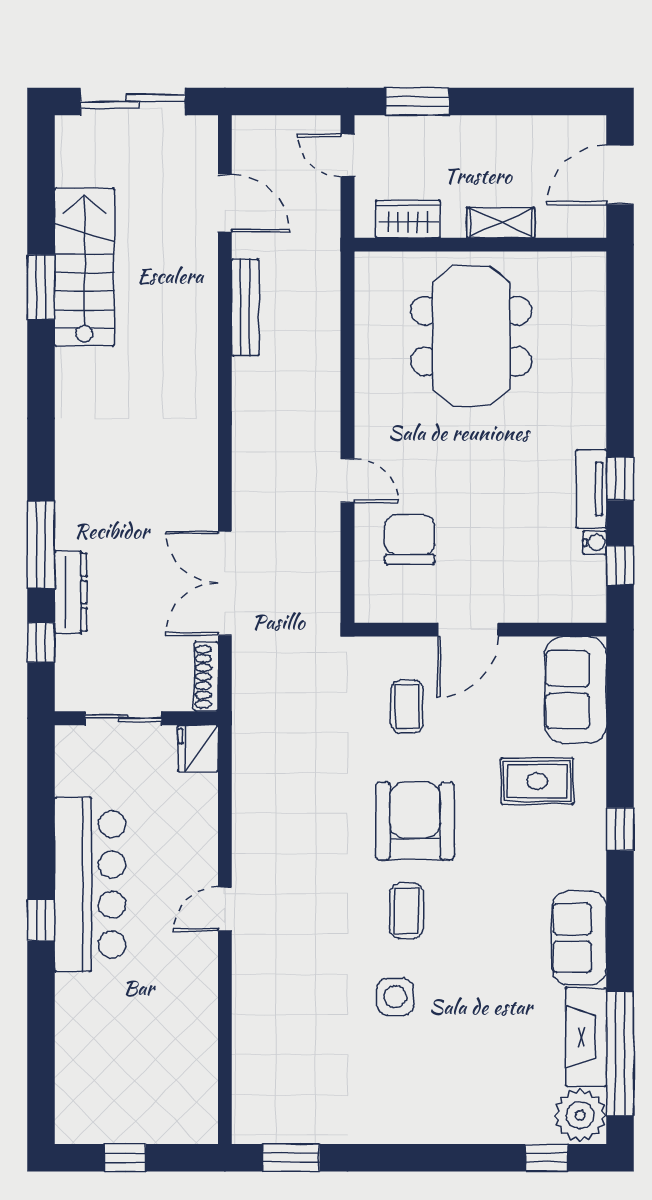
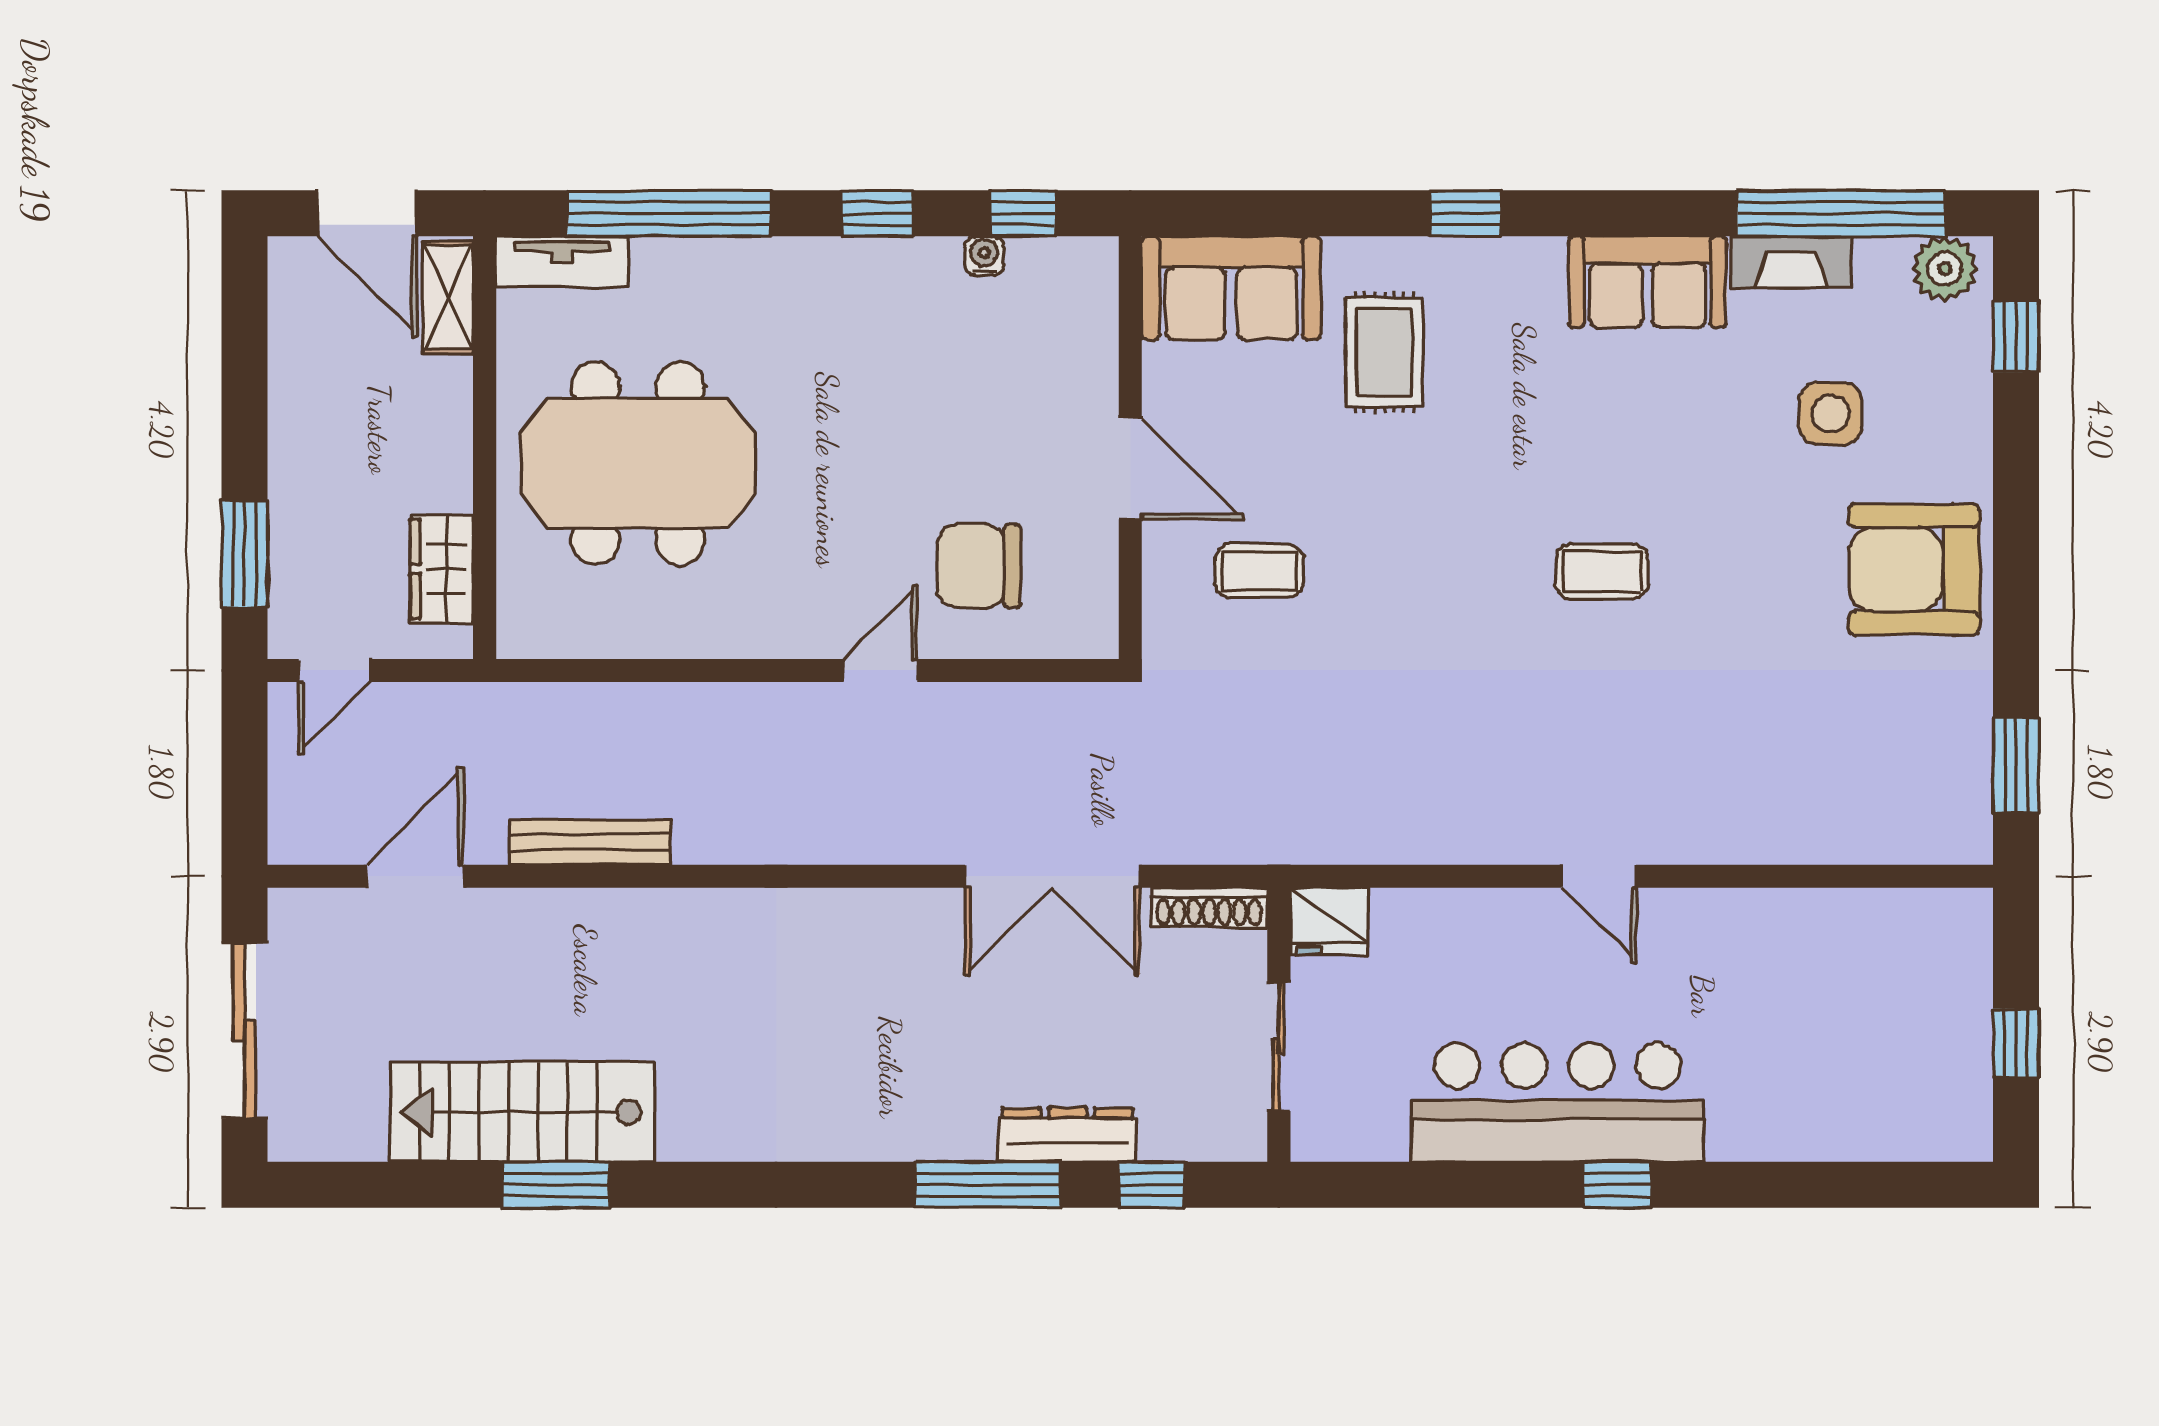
shelving: (501, 223) -> (448, 297), moved
window: (620, 354) -> (669, 213), added
tv unit: (591, 489) -> (562, 261), moved
armchair: (415, 821) -> (1914, 569), moved
side table: (395, 997) -> (1830, 414), moved
fireplace: (586, 1037) -> (1791, 262), width x0.73, depth x0.76
plant: (580, 1115) -> (1945, 269), width x0.73, depth x0.73

